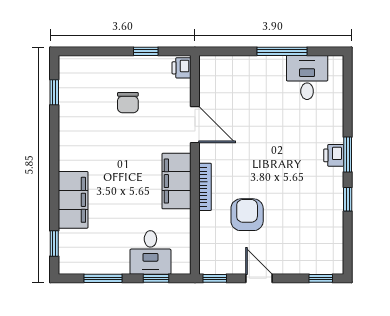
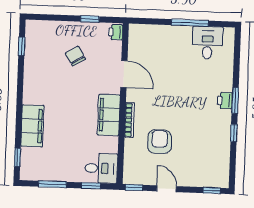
chair: (128, 103) -> (75, 56), turned 148
desk: (150, 253) -> (101, 168), moved, turned -90

